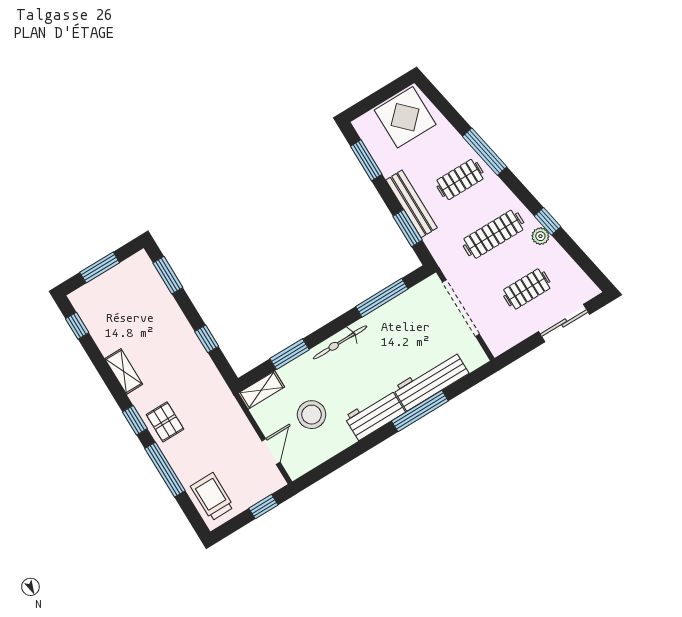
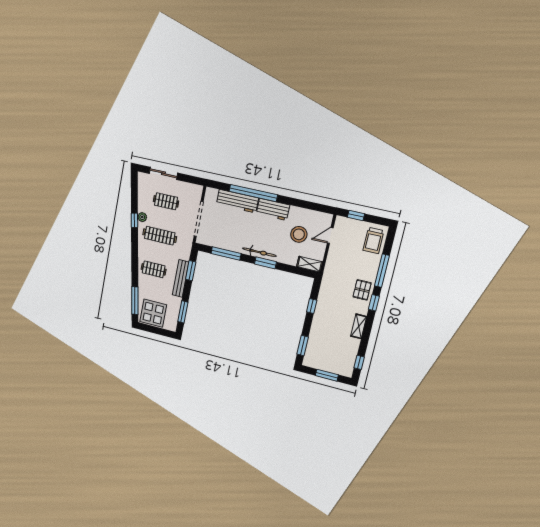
window: (485, 152) -> (135, 300), moved
window: (290, 354) -> (265, 263), moved
window: (420, 411) -> (253, 193), width x1.46

